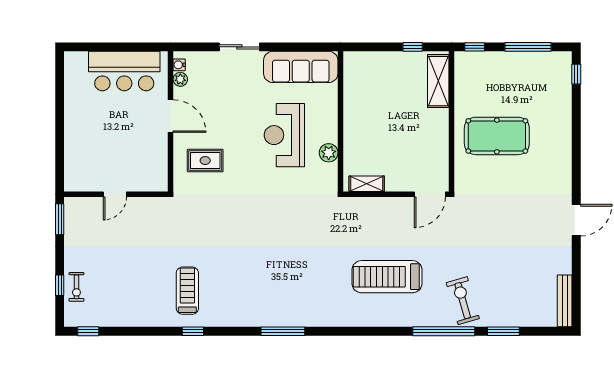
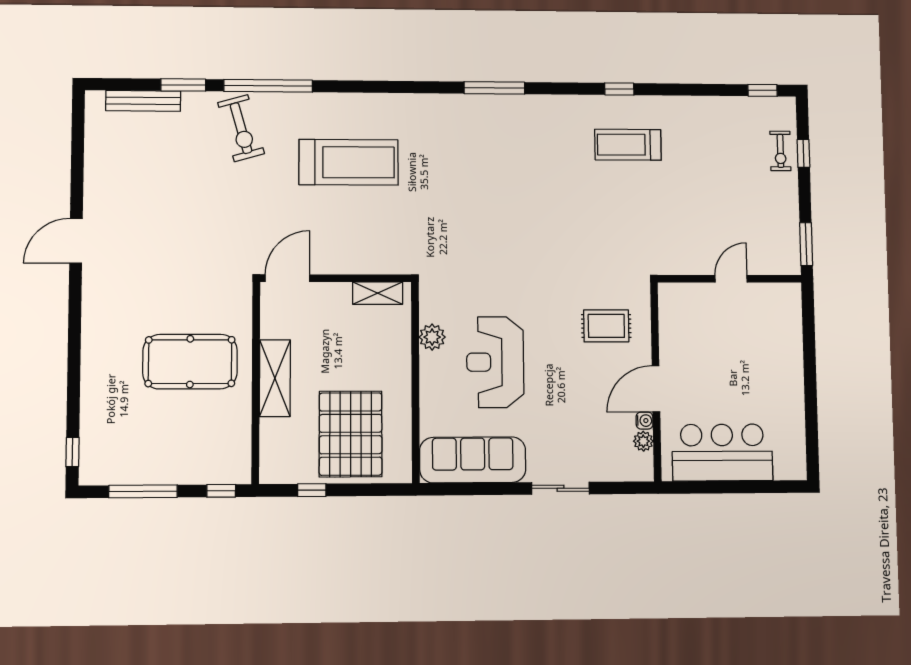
water cooler: (179, 65) -> (645, 421), moved
shelving: (438, 81) -> (275, 378), moved
pallet: (386, 85) -> (351, 434), added
door: (171, 116) -> (656, 389), hinge flipped
reception desk: (284, 135) -> (495, 362), turned 180
exercise bike: (76, 287) -> (780, 151), turned 180
treadmill: (187, 291) -> (628, 145), turned 90
bench: (565, 301) -> (143, 101), moved, turned 90

